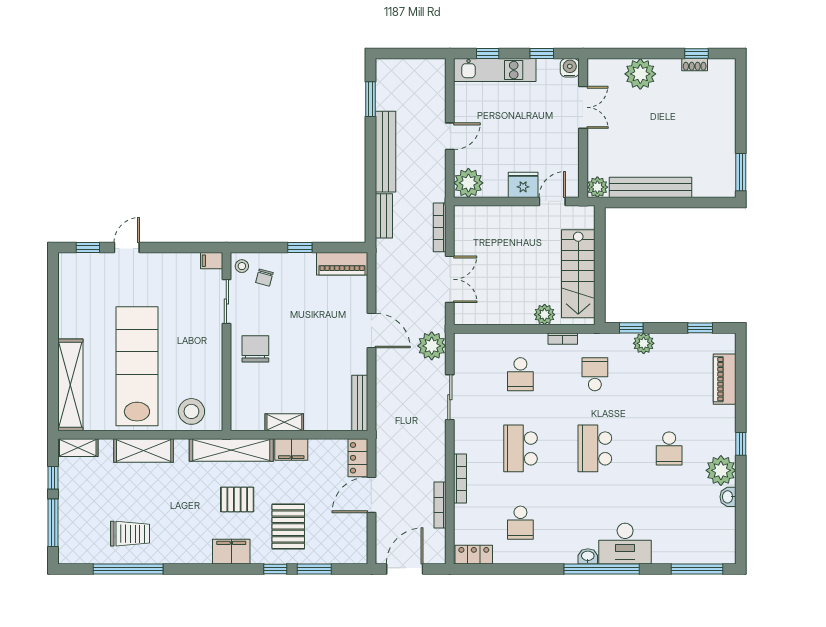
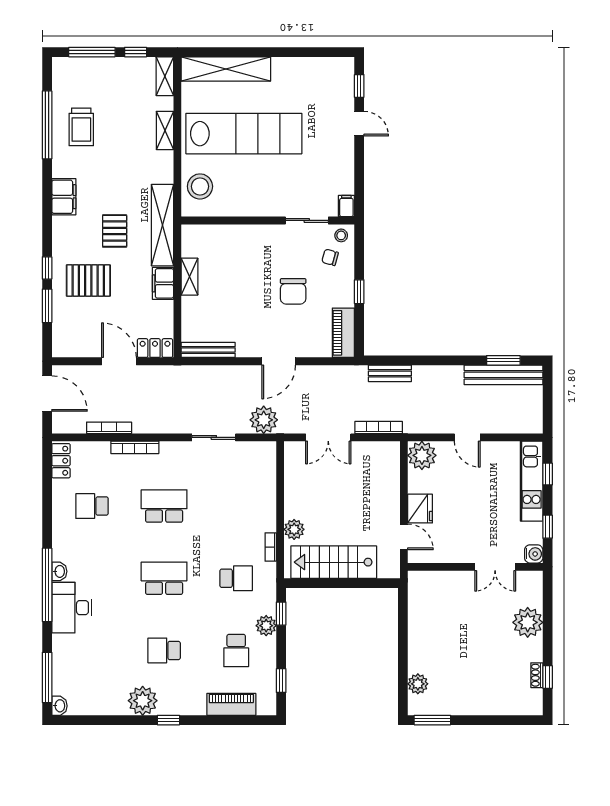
bench: (385, 152) -> (504, 375), moved
plant: (597, 187) -> (418, 684), moved
bench: (651, 187) -> (418, 632), removed
chair: (255, 349) -> (293, 291), moved, turned 90
school desk: (520, 374) -> (236, 650), moved, turned -90
shelving: (144, 450) -> (165, 130), width x0.67, depth x0.75
washbasin: (728, 497) -> (59, 706), moved, turned 90
filing cabinet: (231, 552) -> (64, 197), moved

